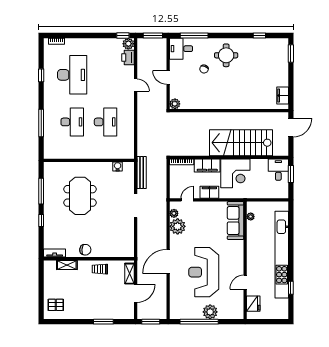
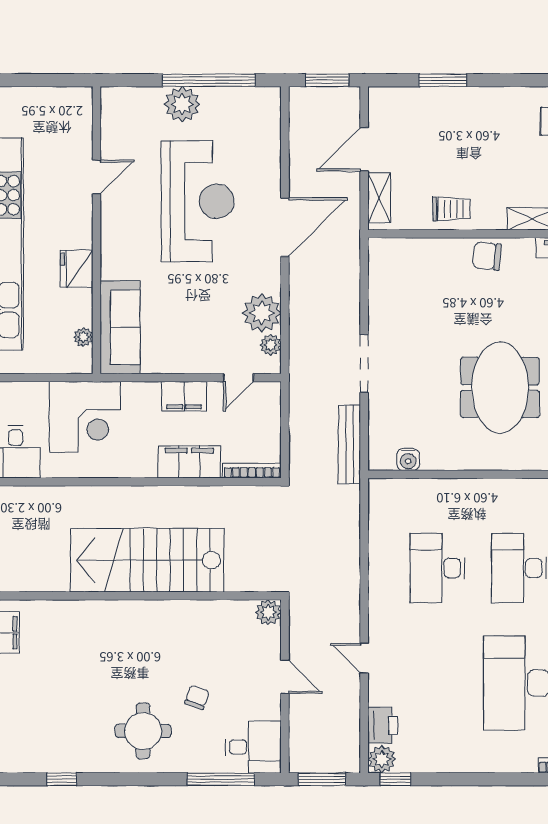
stairs: (241, 143) -> (147, 560), moved, turned 180
corner desk: (235, 173) -> (85, 417), moved, turned 180
fridge: (253, 304) -> (77, 269), moved

